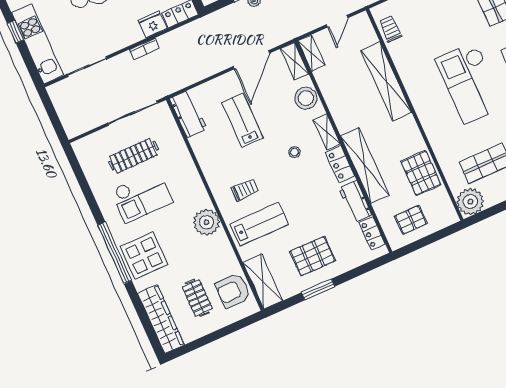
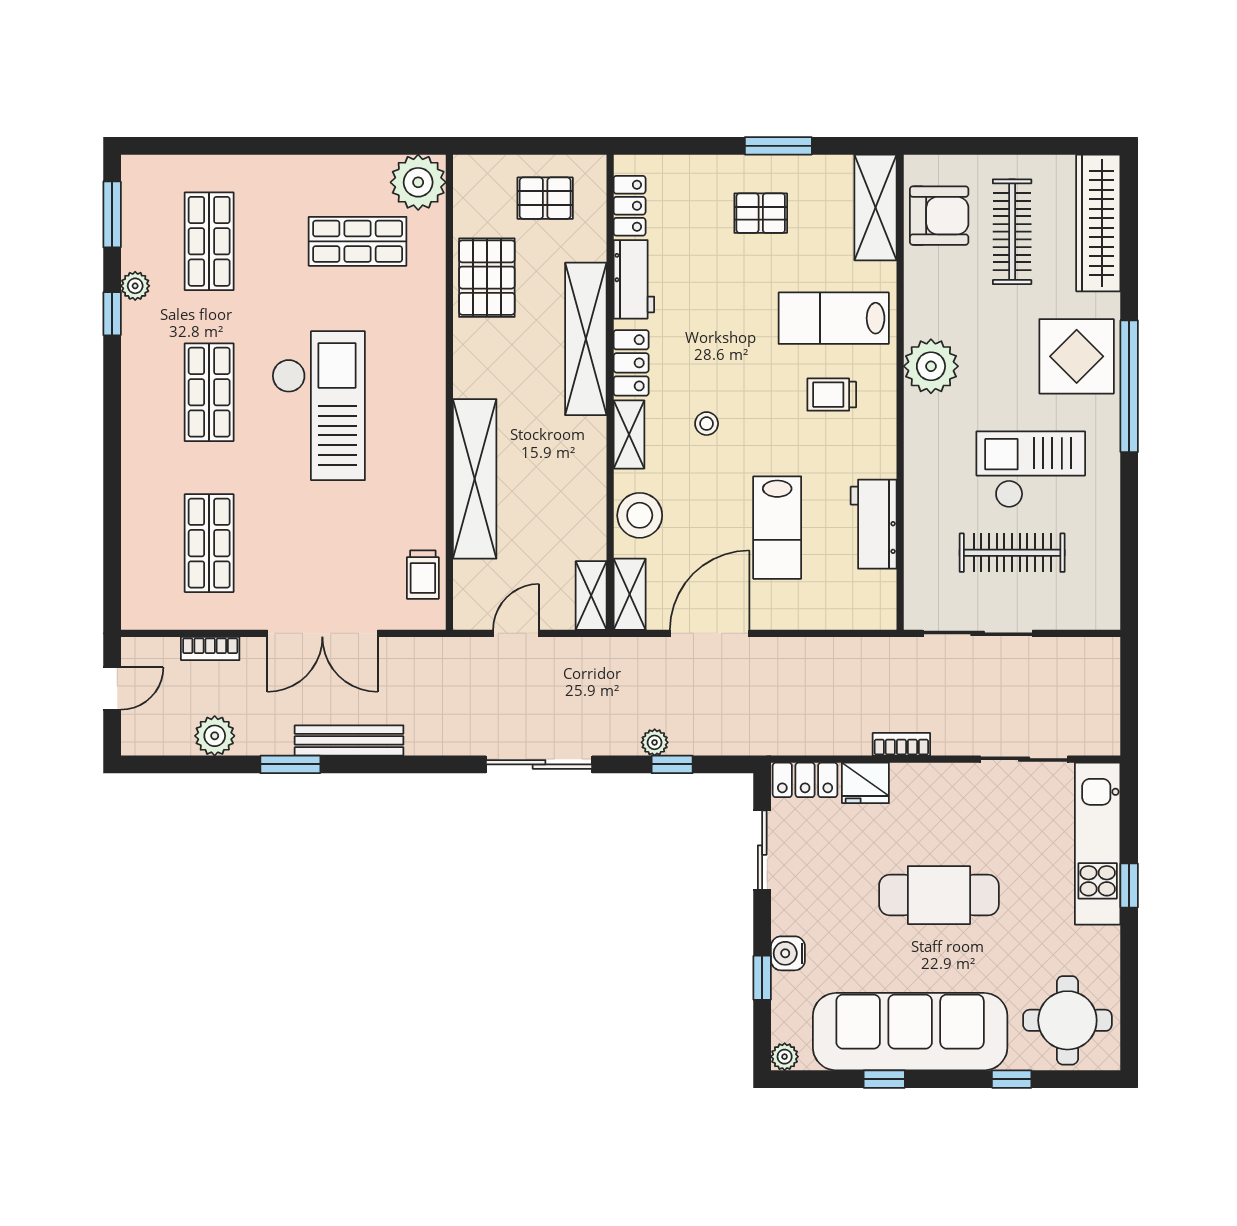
workbench: (188, 114) -> (874, 524), moved
pallet: (312, 256) -> (761, 213), width x0.67, depth x0.71
clothes rail: (197, 298) -> (1012, 232), width x1.36

